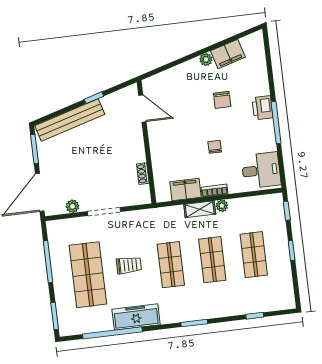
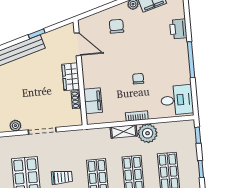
chair: (222, 100) -> (116, 26), moved, turned 180
printer: (263, 108) -> (178, 29), moved
wardrobe: (136, 147) -> (71, 77), added
filing cabinet: (185, 190) -> (93, 101), moved, turned 90
plant: (222, 206) -> (148, 133), width x1.88, depth x1.88

